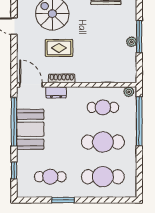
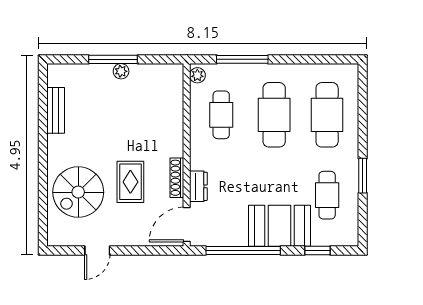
window: (139, 121) -> (242, 59), width x0.68
booth: (30, 129) -> (280, 226), moved

